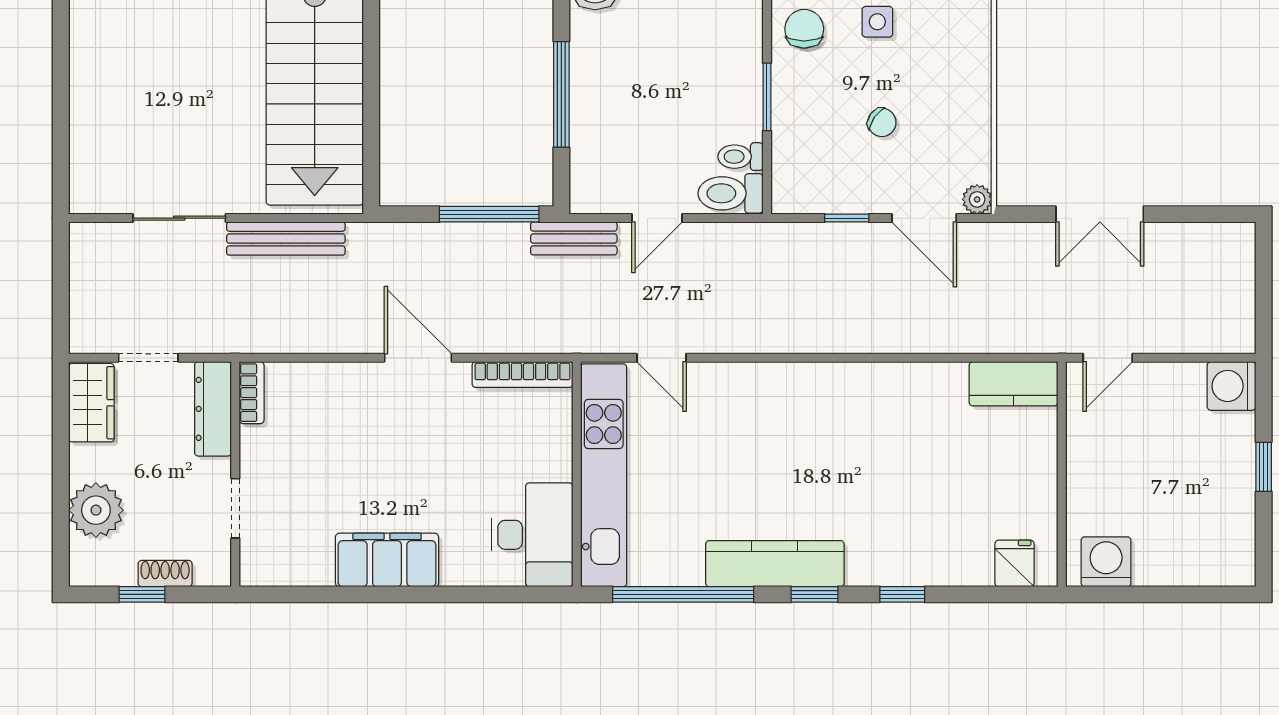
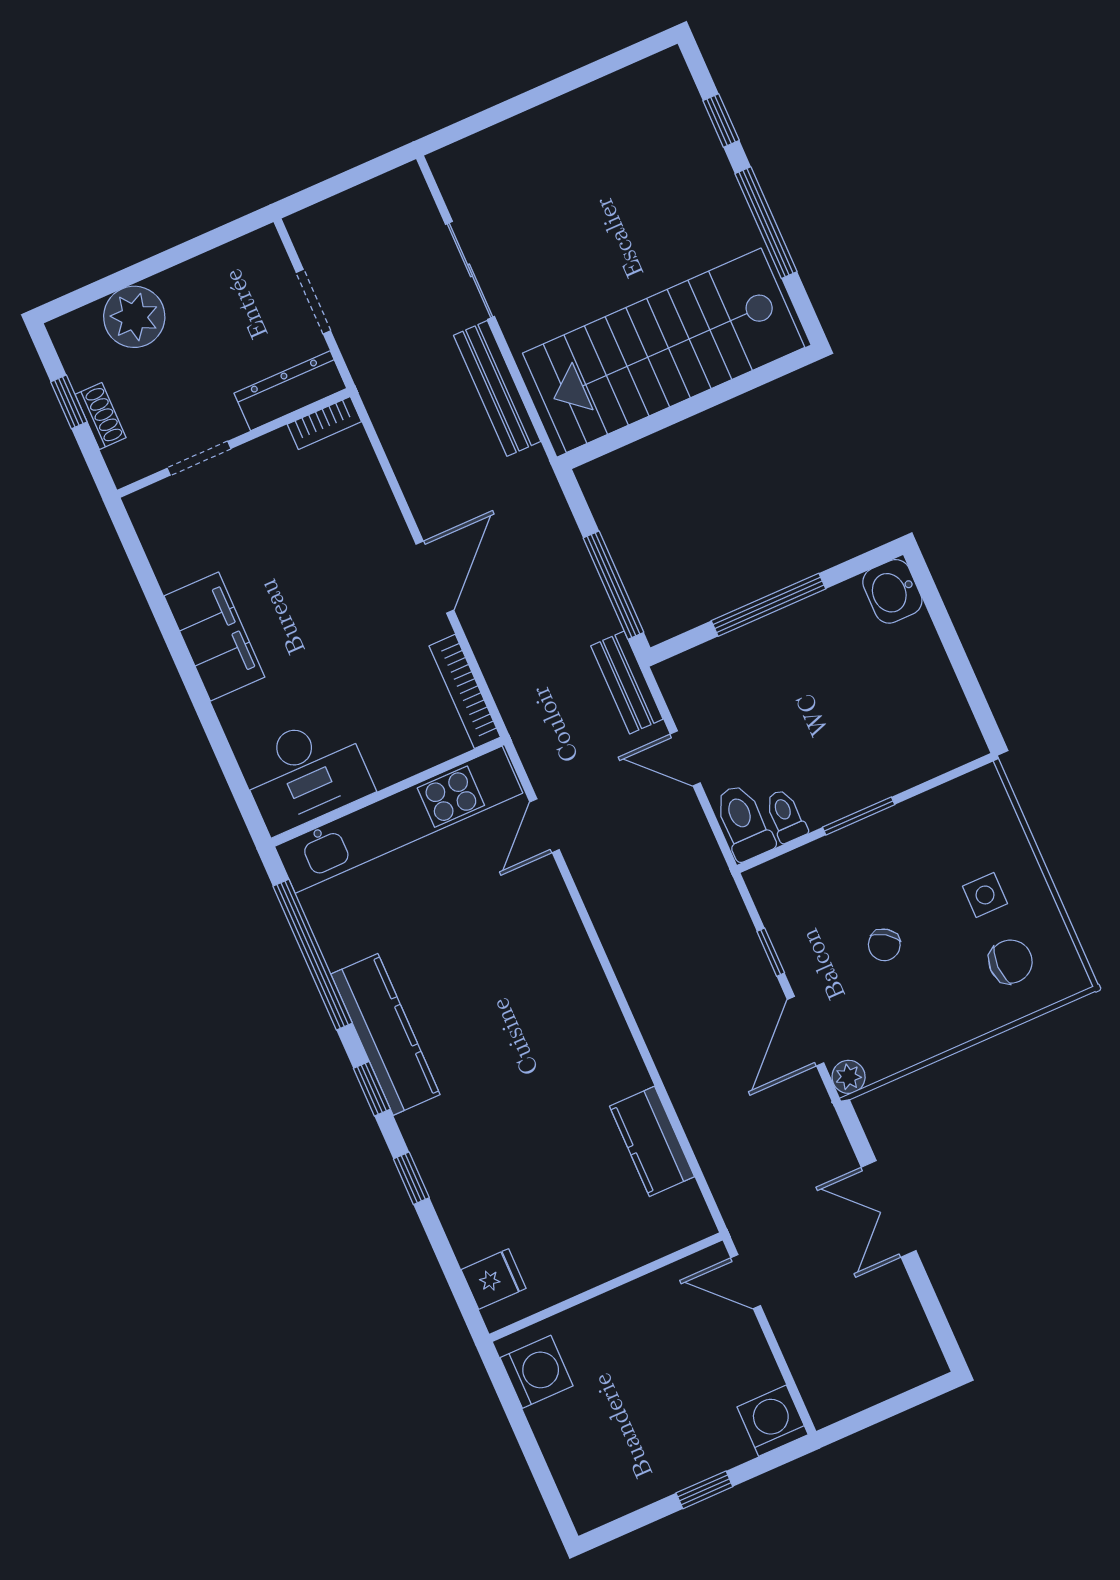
chair: (804, 29) -> (1010, 962), moved
kitchen counter: (1014, 384) -> (652, 1141), moved
wardrobe: (91, 403) -> (242, 264), removed

